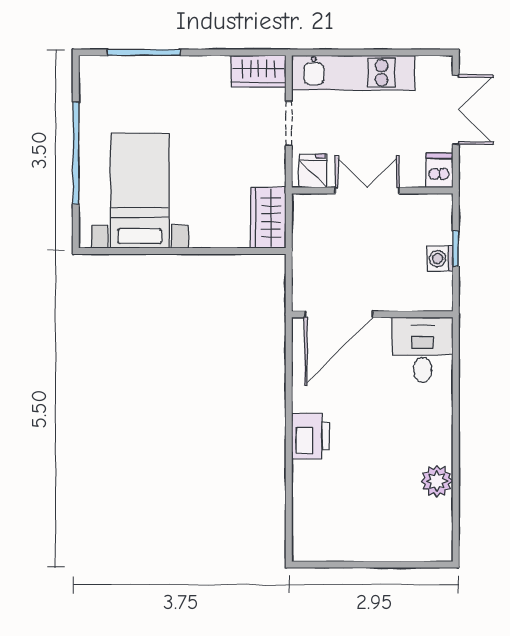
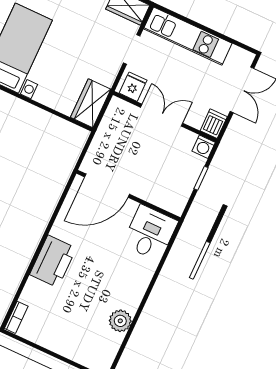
washing machine: (440, 259) -> (204, 147), moved, turned -90
printer: (311, 436) -> (53, 261), width x1.37, depth x1.19
bookcase: (300, 539) -> (16, 317), added

